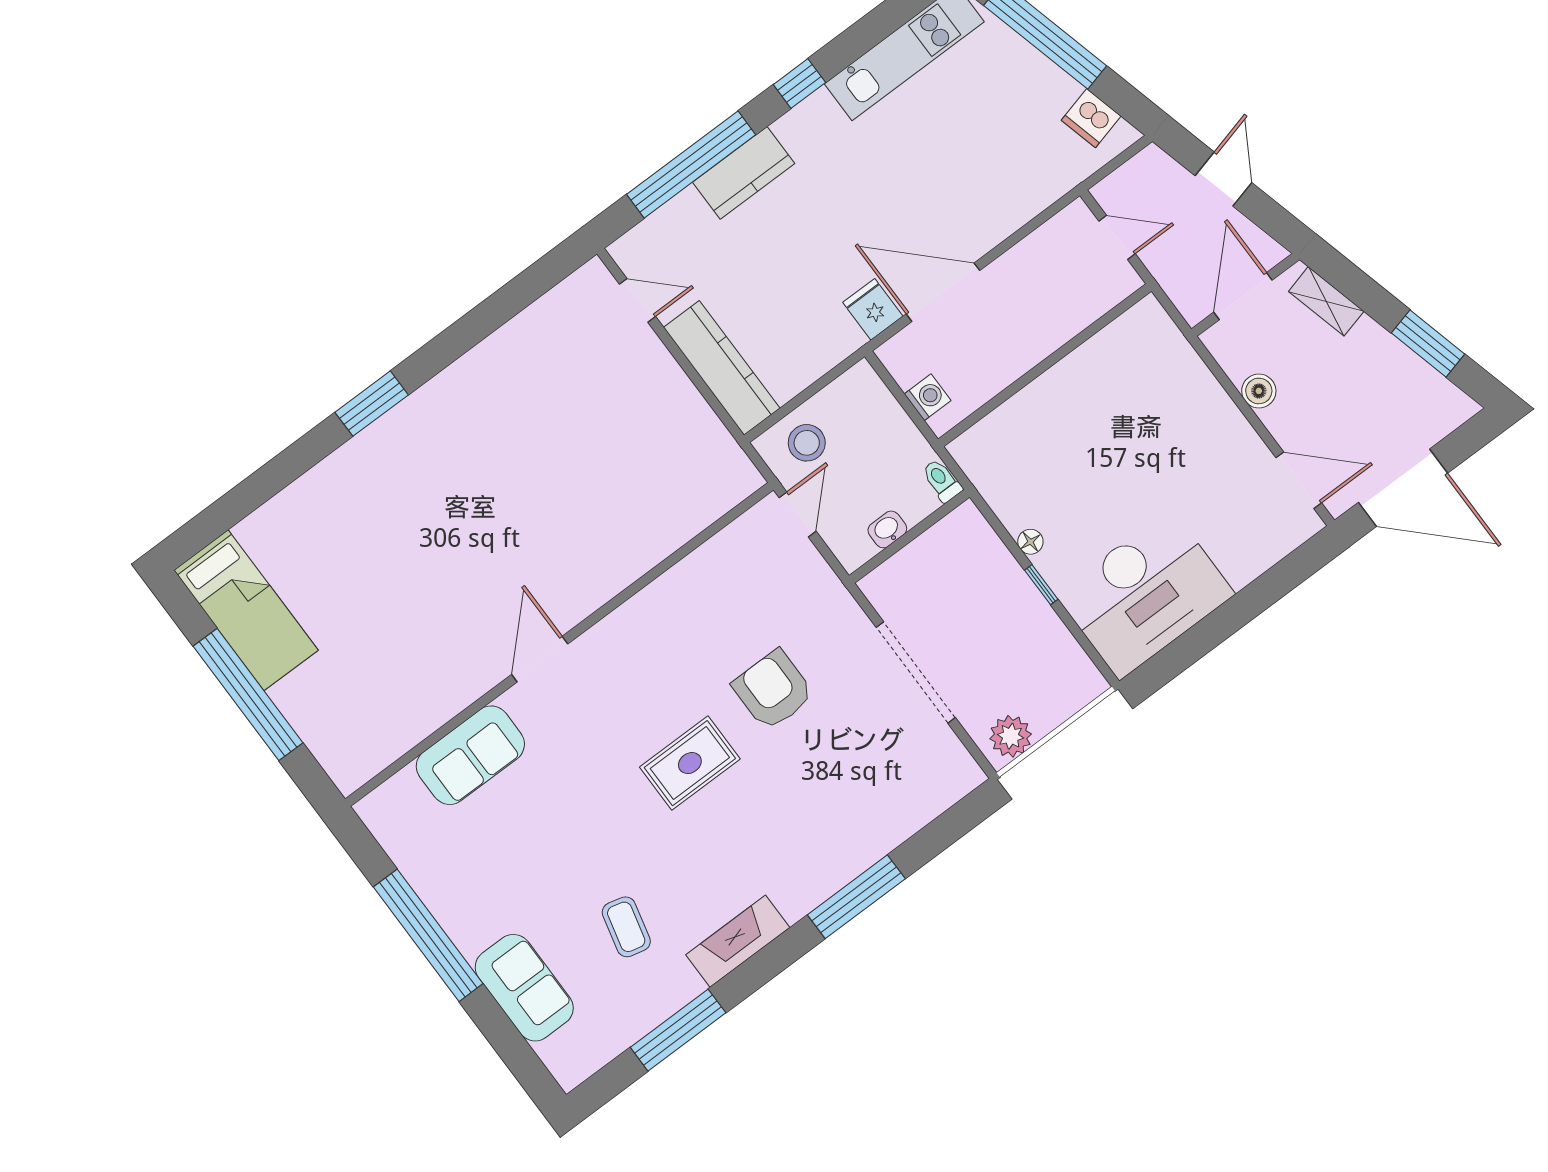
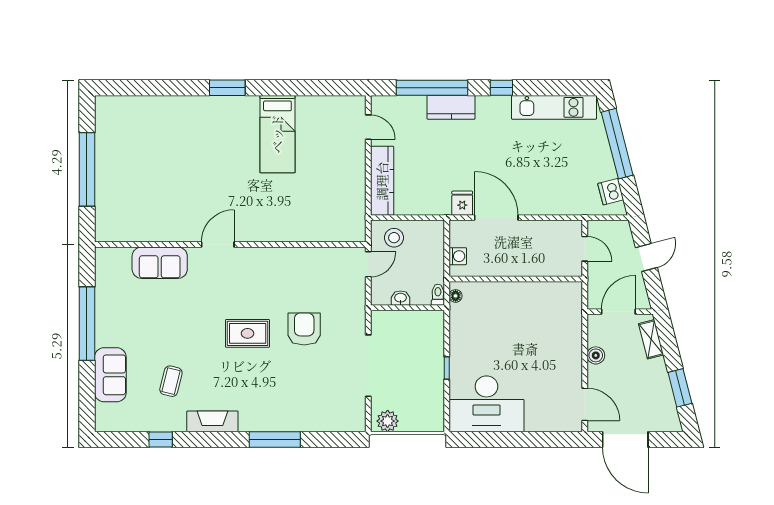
floor lamp: (1030, 542) -> (456, 296), moved
bed: (246, 610) -> (277, 134), moved
window: (678, 1030) -> (161, 440), width x0.46

